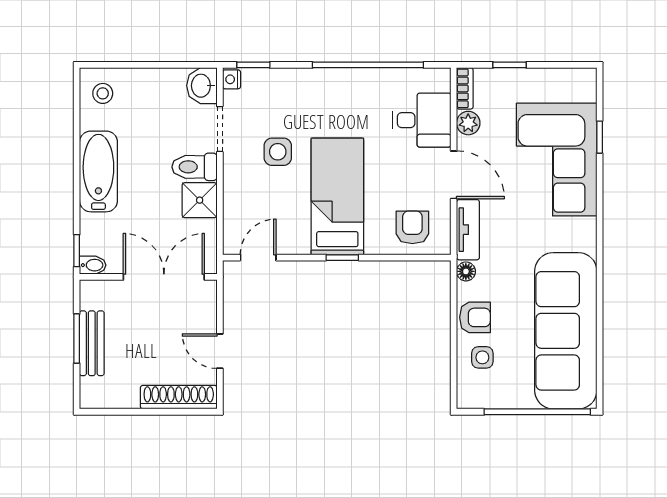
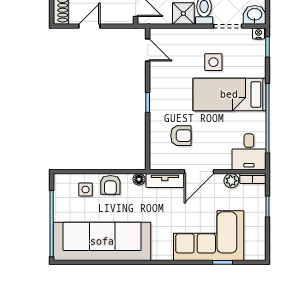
desk: (422, 120) -> (249, 152), moved
bed: (337, 196) -> (229, 94), moved, turned 180
armchair: (412, 227) -> (181, 136), moved

